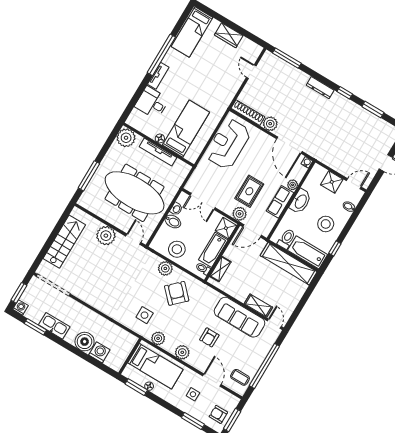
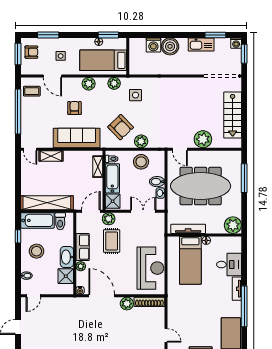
tv unit: (158, 152) -> (188, 229), moved
shower: (332, 182) -> (66, 276), moved
sofa: (239, 317) -> (77, 138), moved

